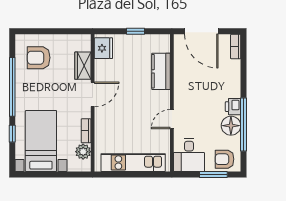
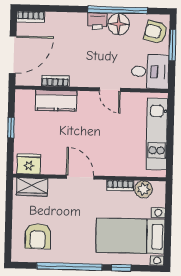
wardrobe: (83, 66) -> (32, 187), moved
bookcase: (179, 70) -> (55, 81), added
armchair: (225, 159) -> (156, 32), turned 104

